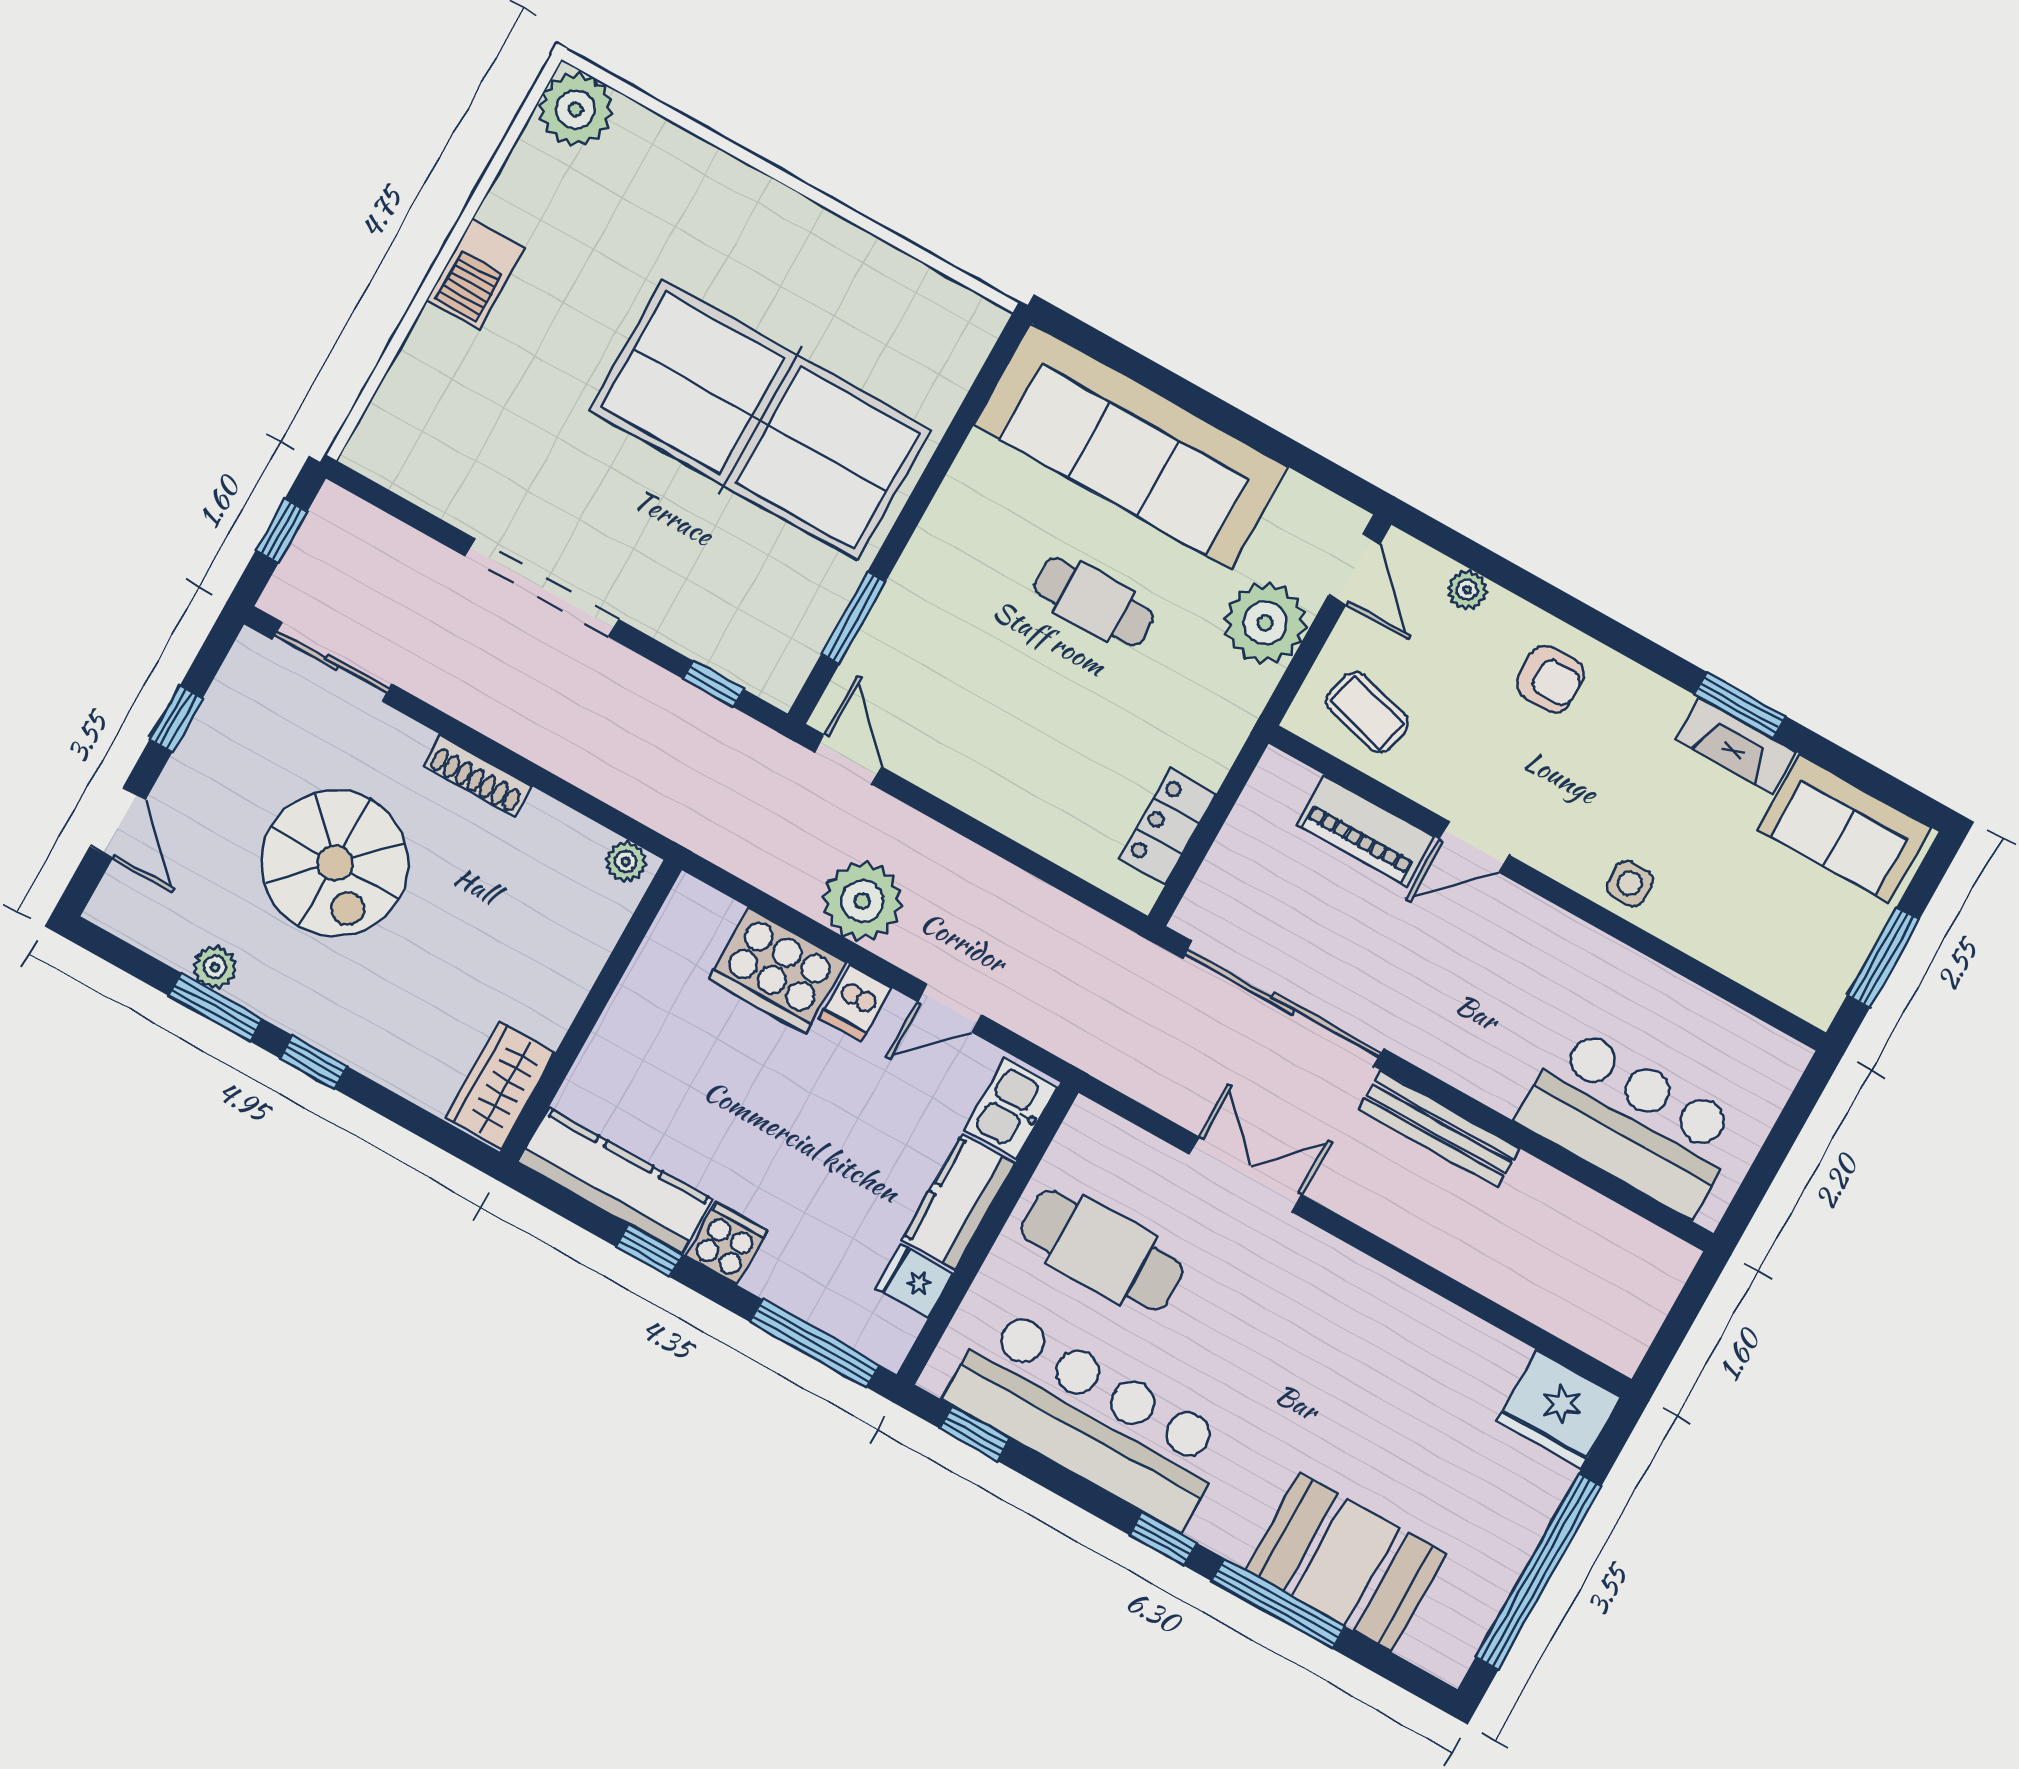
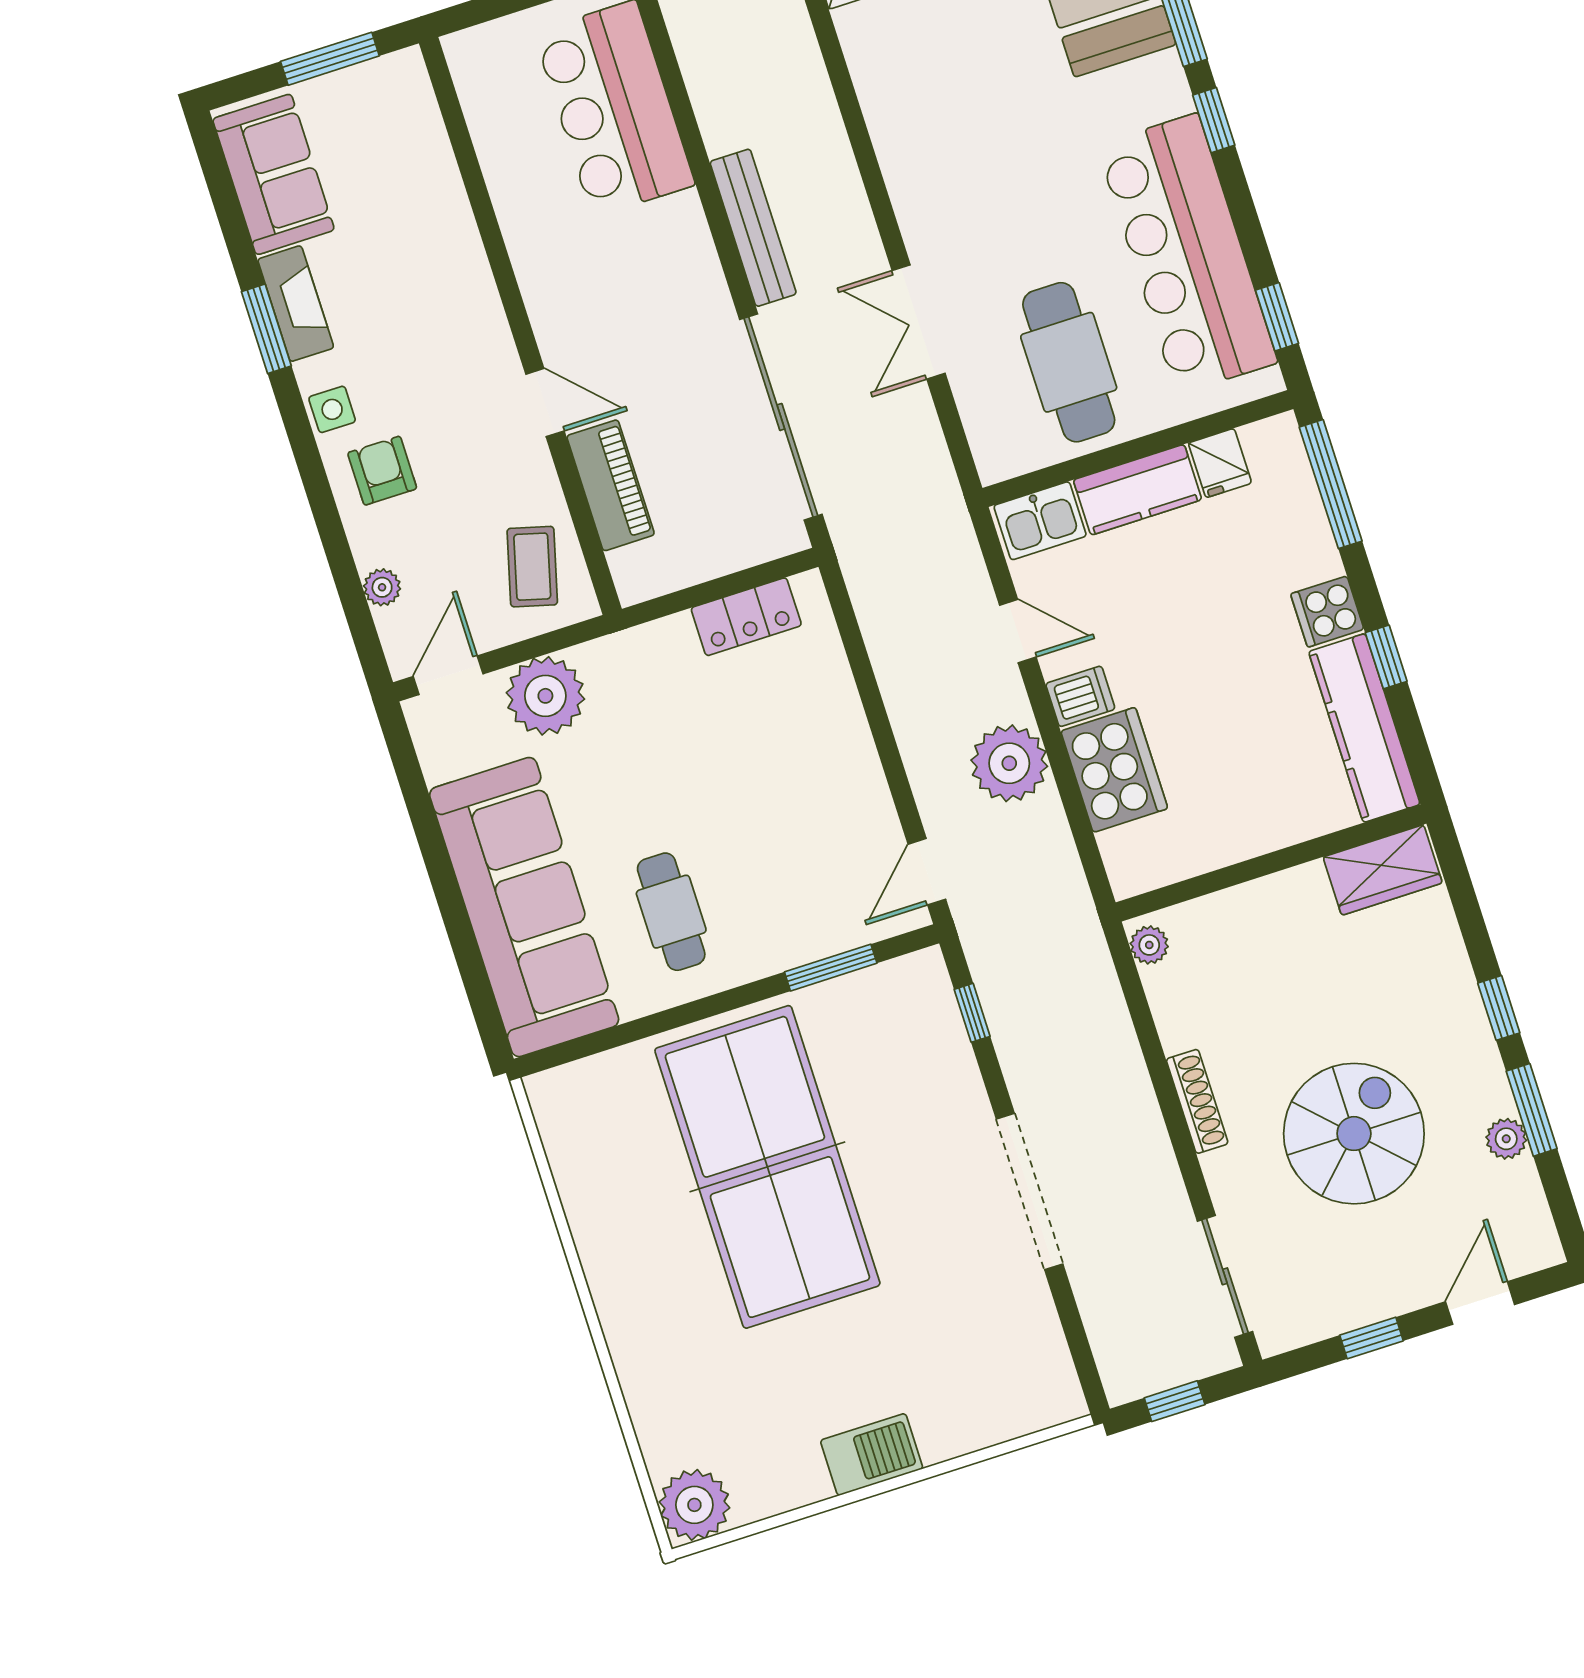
cafe table: (1094, 602) -> (671, 912), moved
side table: (1630, 883) -> (332, 409), moved

